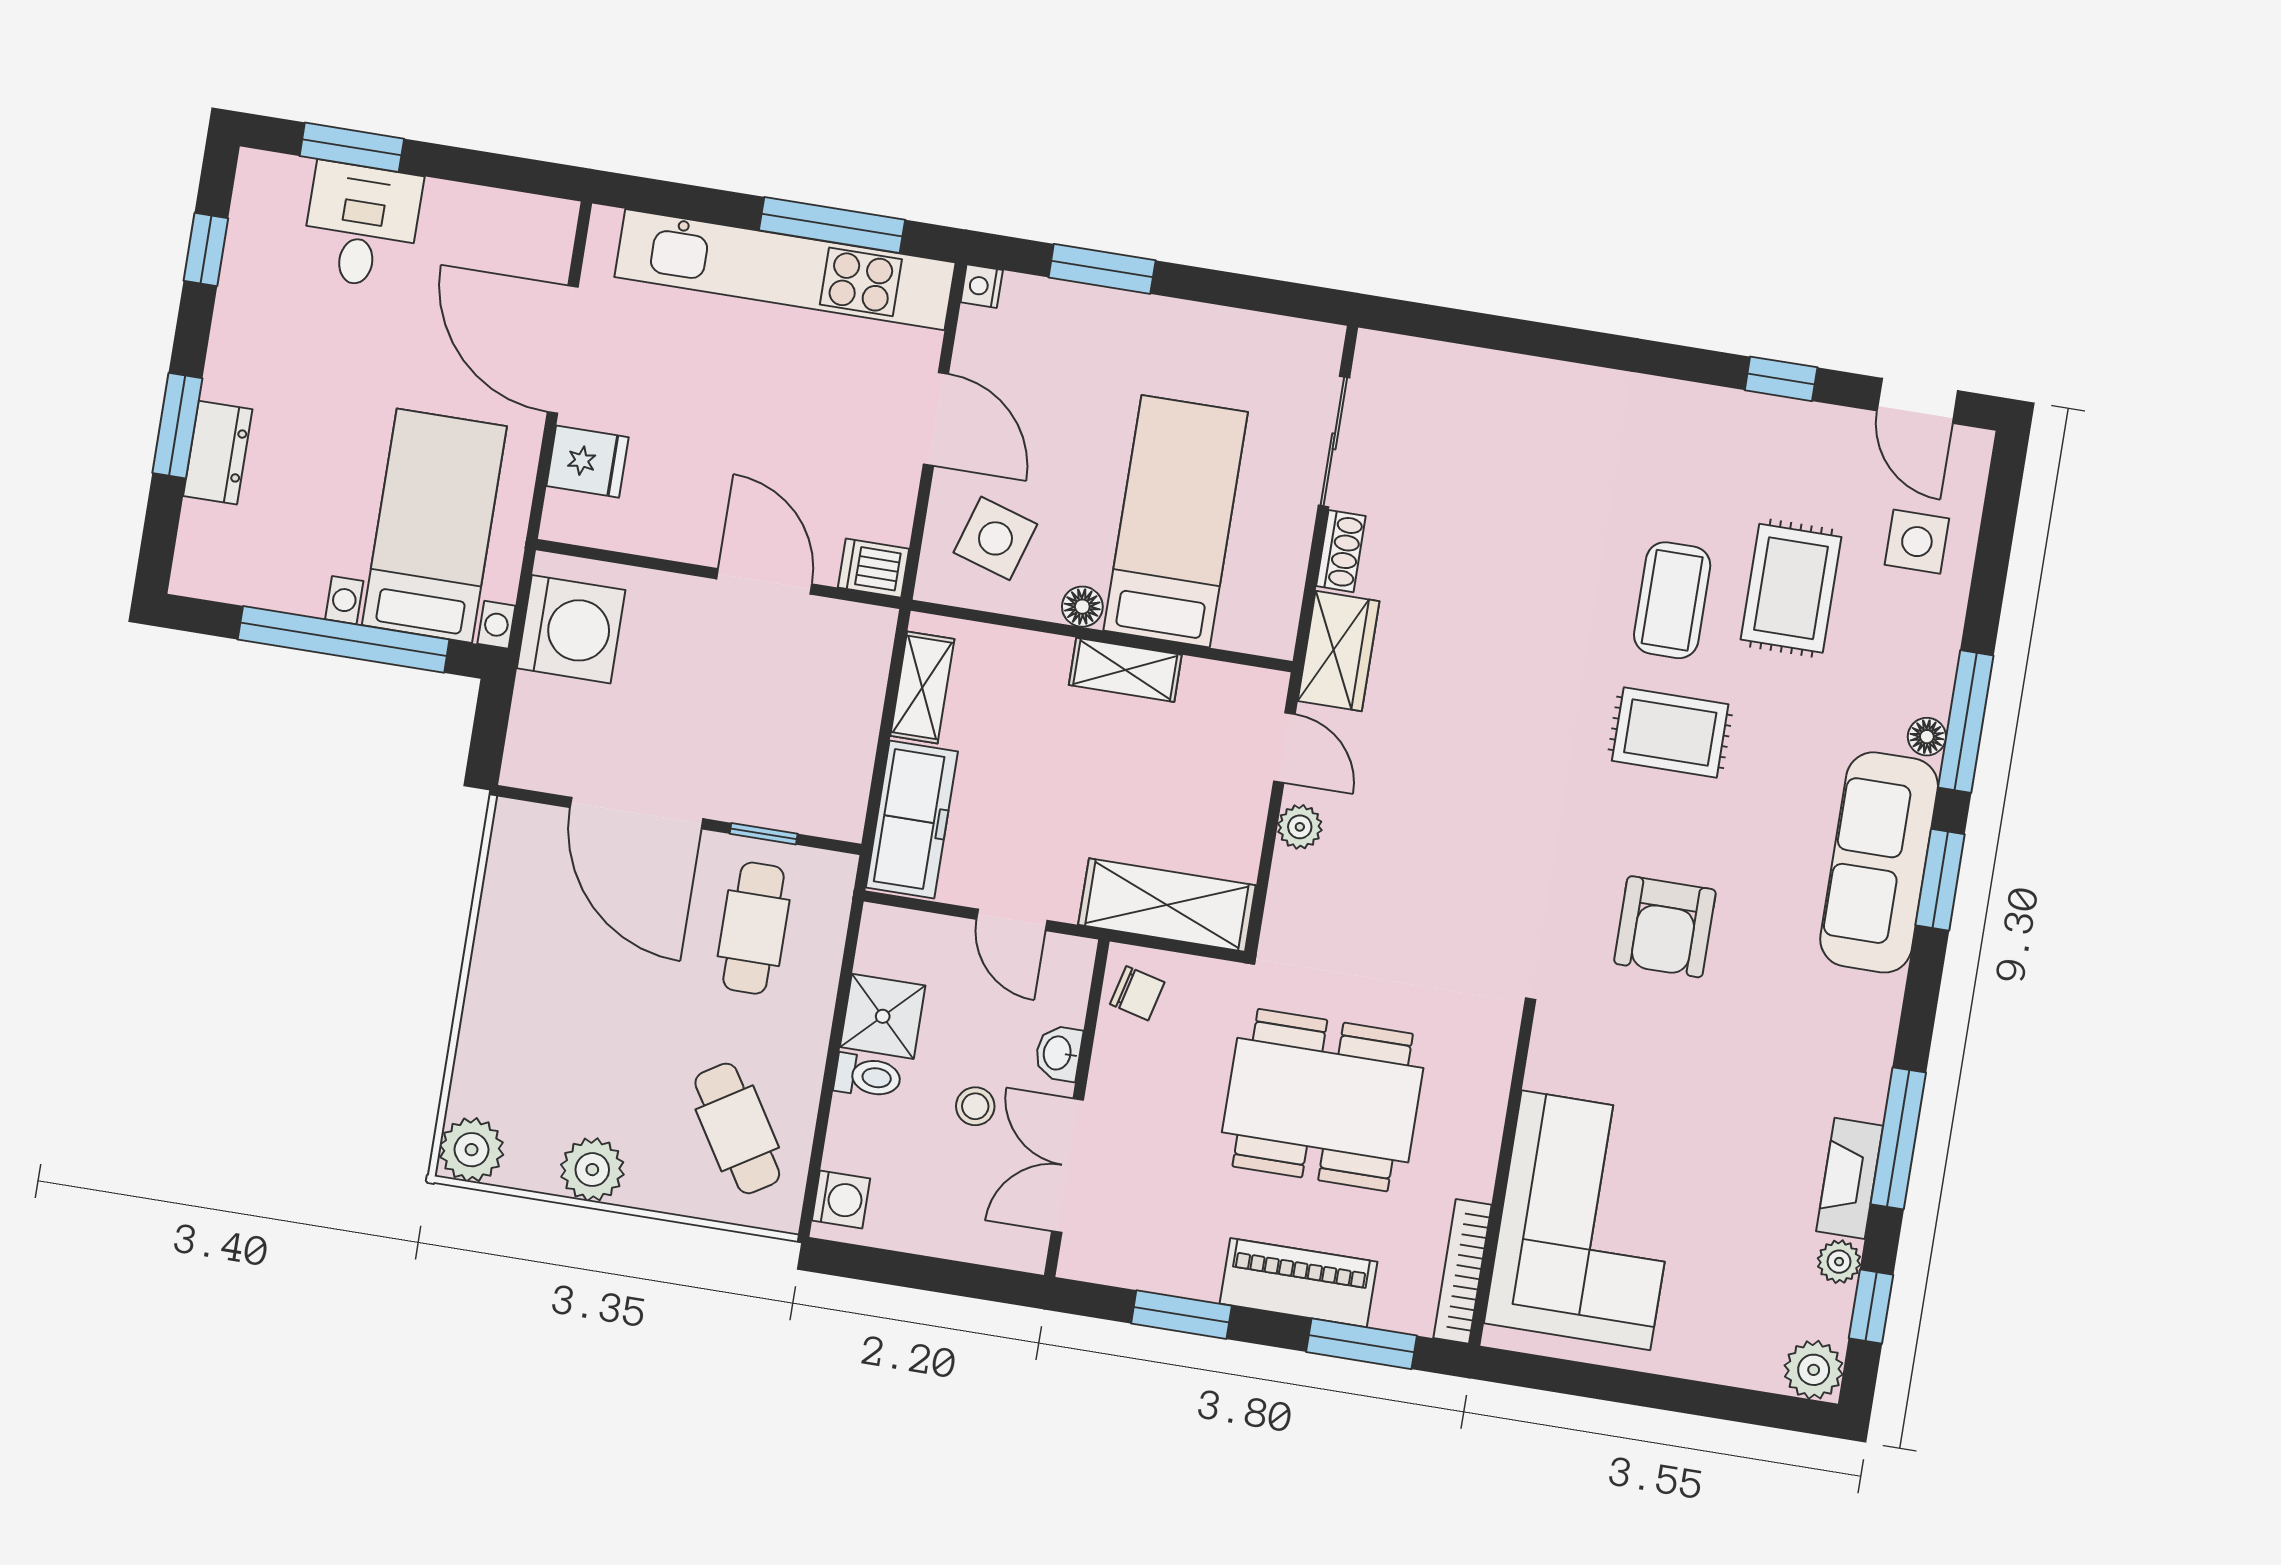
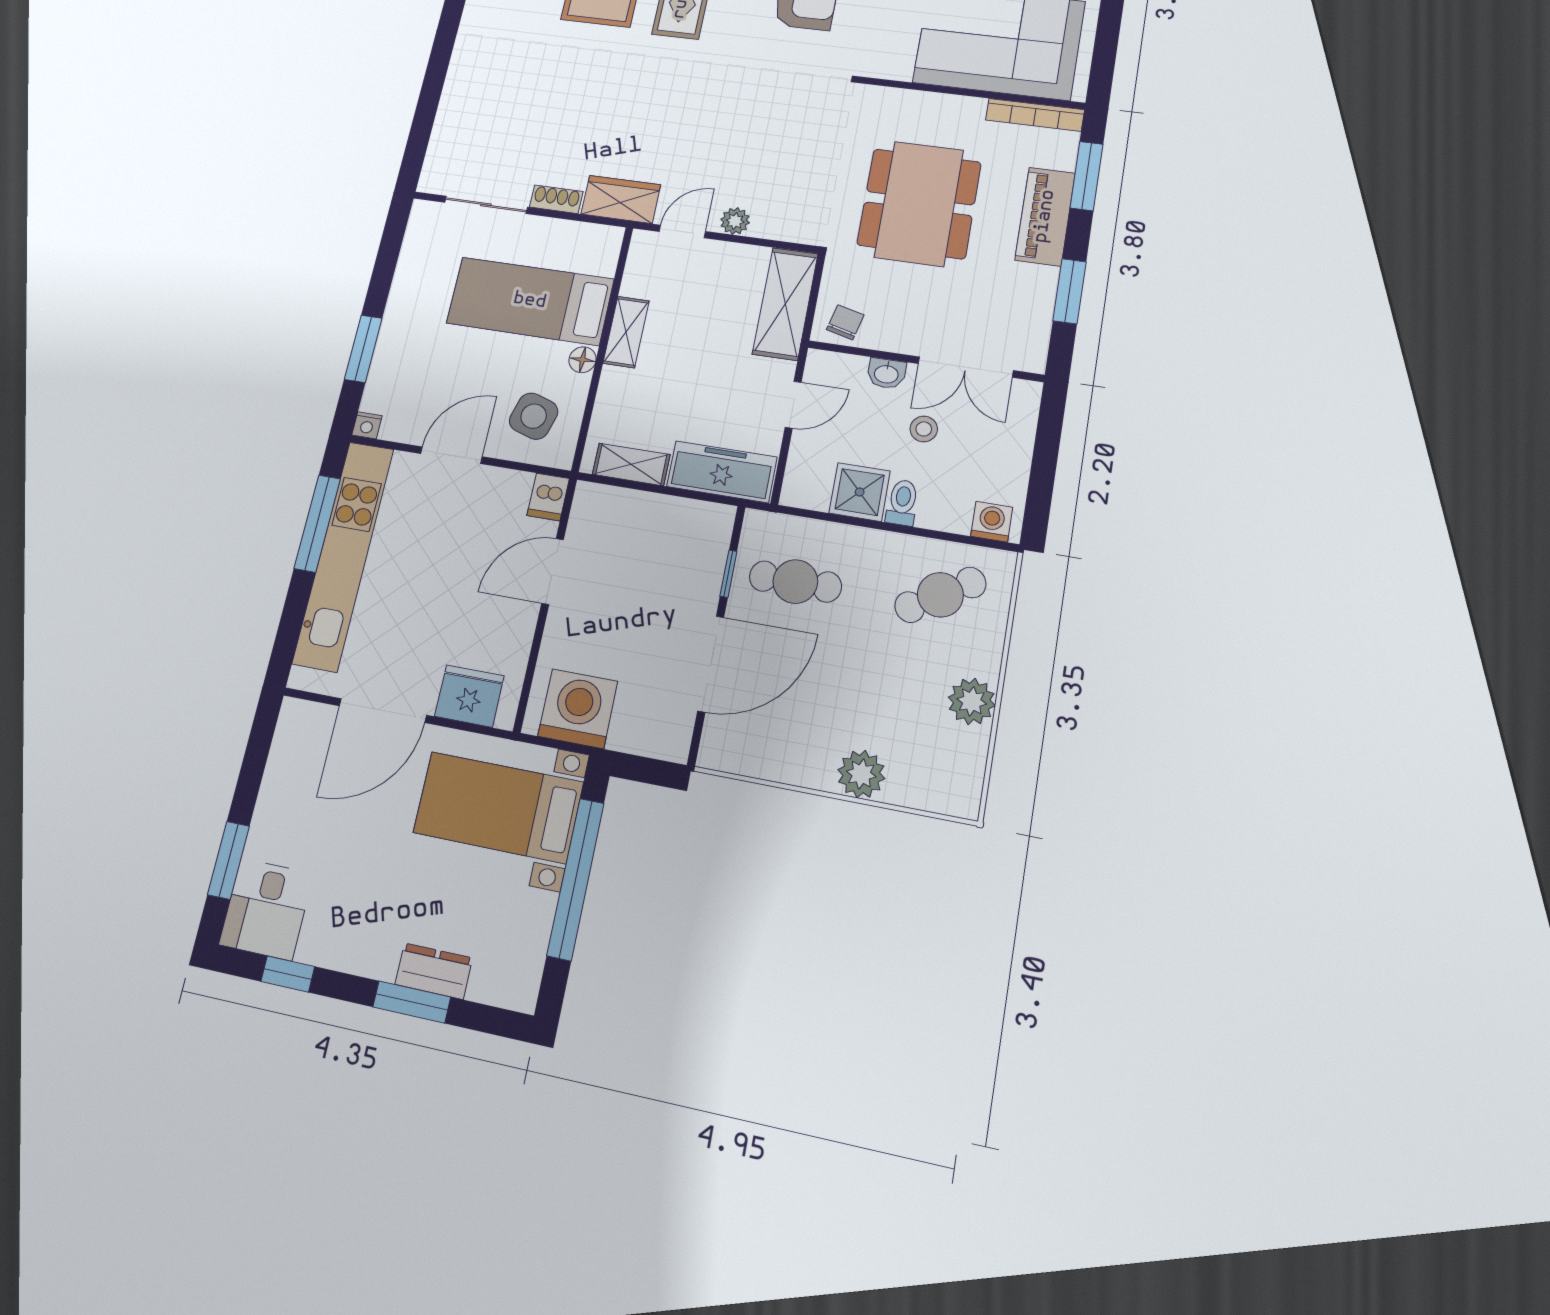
desk: (362, 225) -> (266, 909), moved, turned -90
fridge: (587, 462) -> (469, 696), width x1.38
plant: (472, 1150) -> (861, 774), moved

